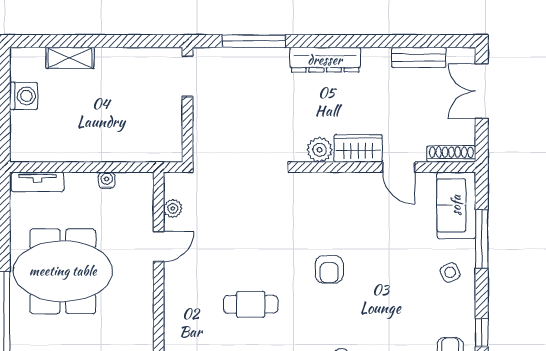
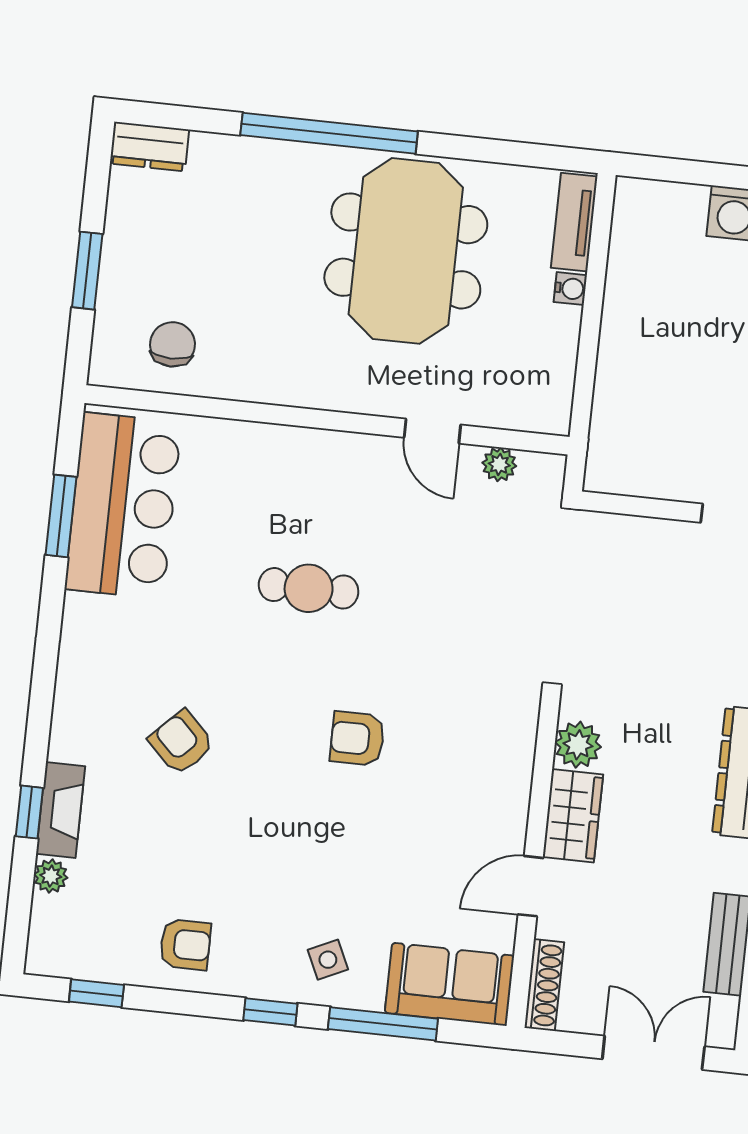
water cooler: (107, 180) -> (570, 289), moved
cafe table: (251, 304) -> (309, 588), turned 90
window: (482, 333) -> (270, 1012), moved

